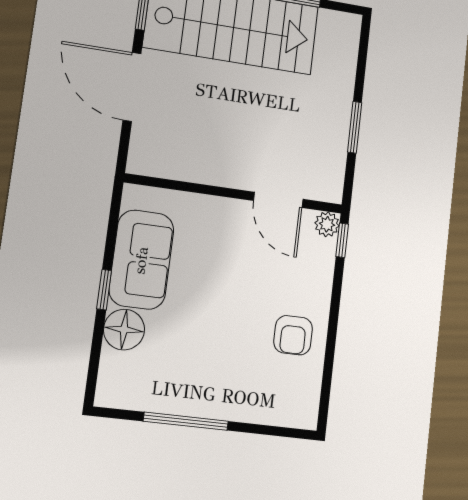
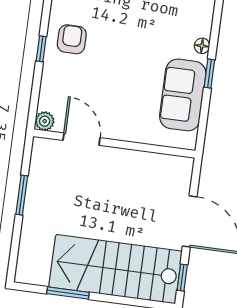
window: (342, 240) -> (41, 49), moved
floor lamp: (124, 330) -> (202, 46), width x0.53, depth x0.53

